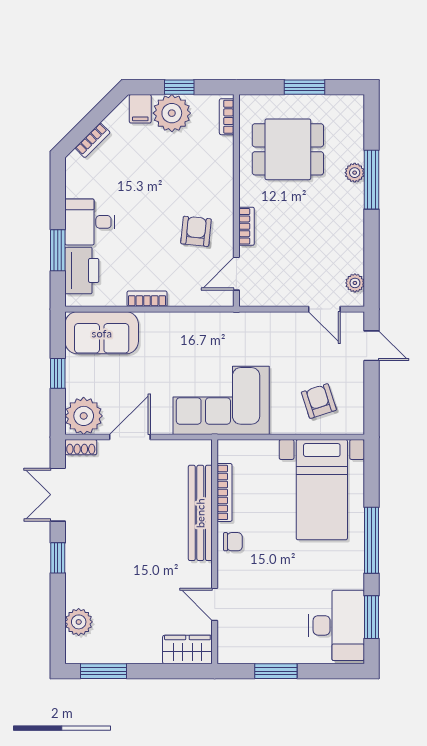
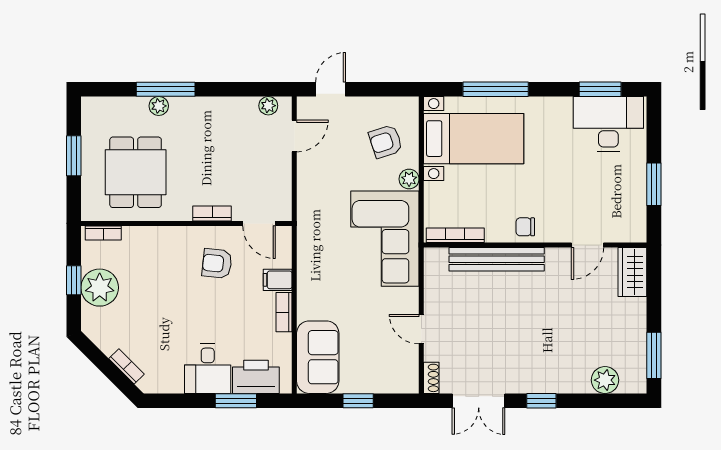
filing cabinet: (140, 109) -> (278, 280), moved, turned 180
plant: (84, 416) -> (409, 179), moved, width x0.53, depth x0.53
door: (130, 437) -> (421, 329), width x0.73
bookcase: (224, 492) -> (455, 235), moved
window: (372, 540) -> (496, 89), moved
chair: (233, 542) -> (525, 227), turned -90

